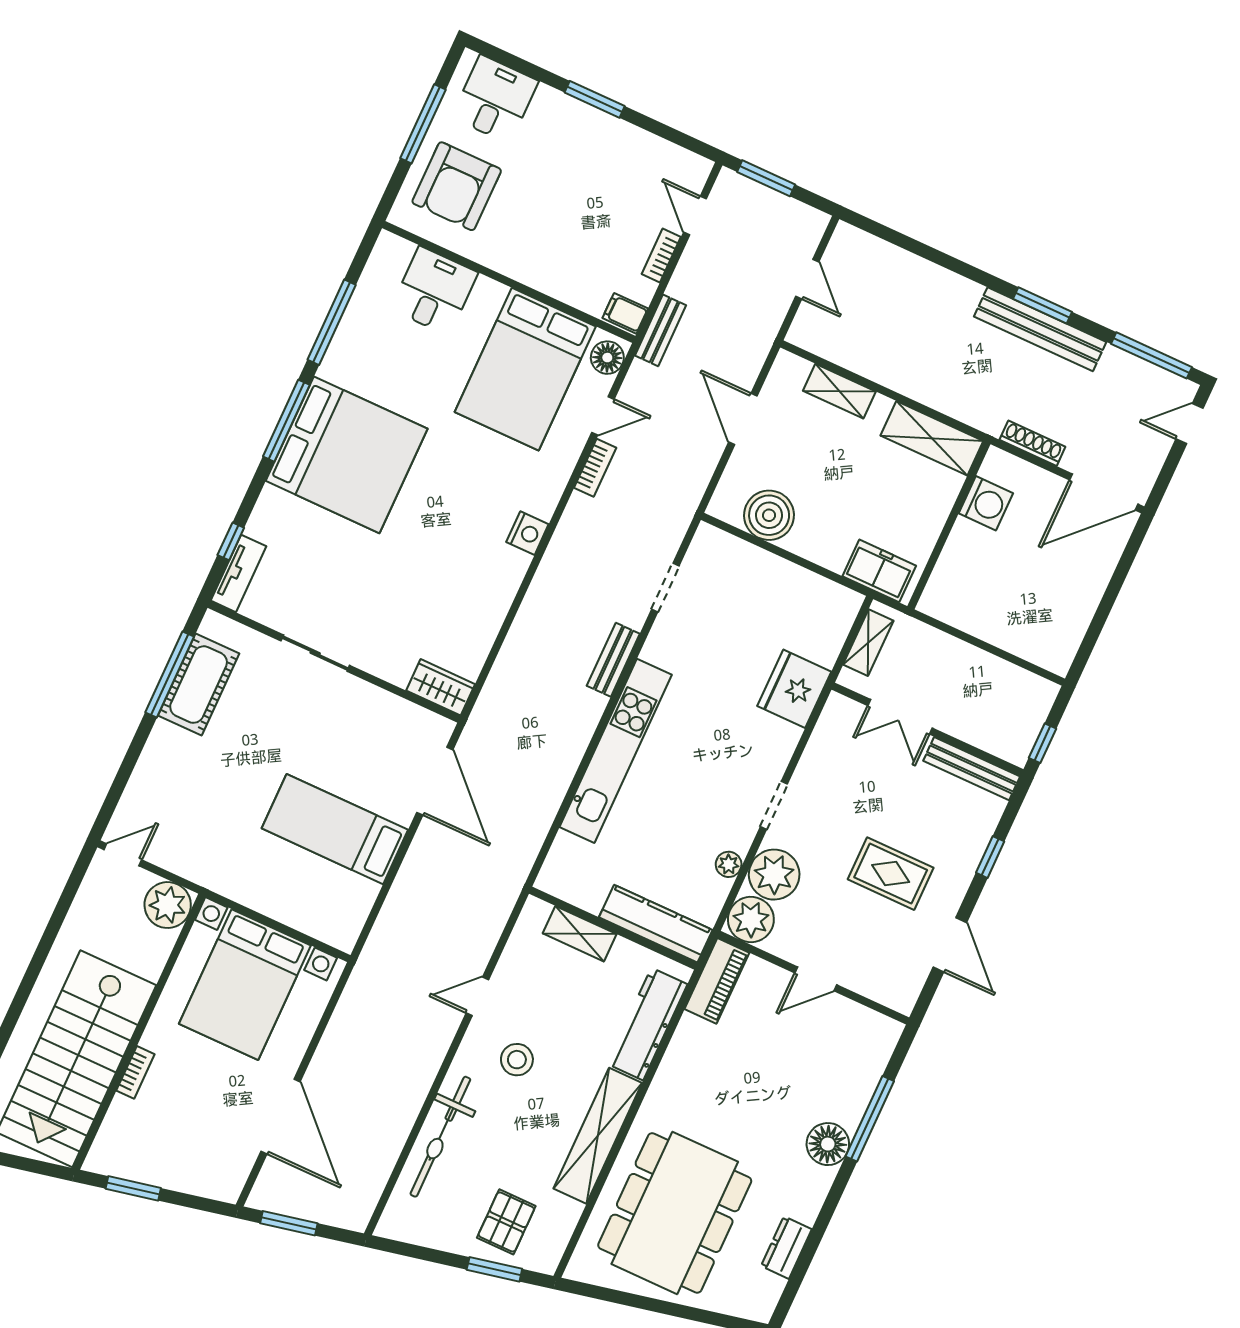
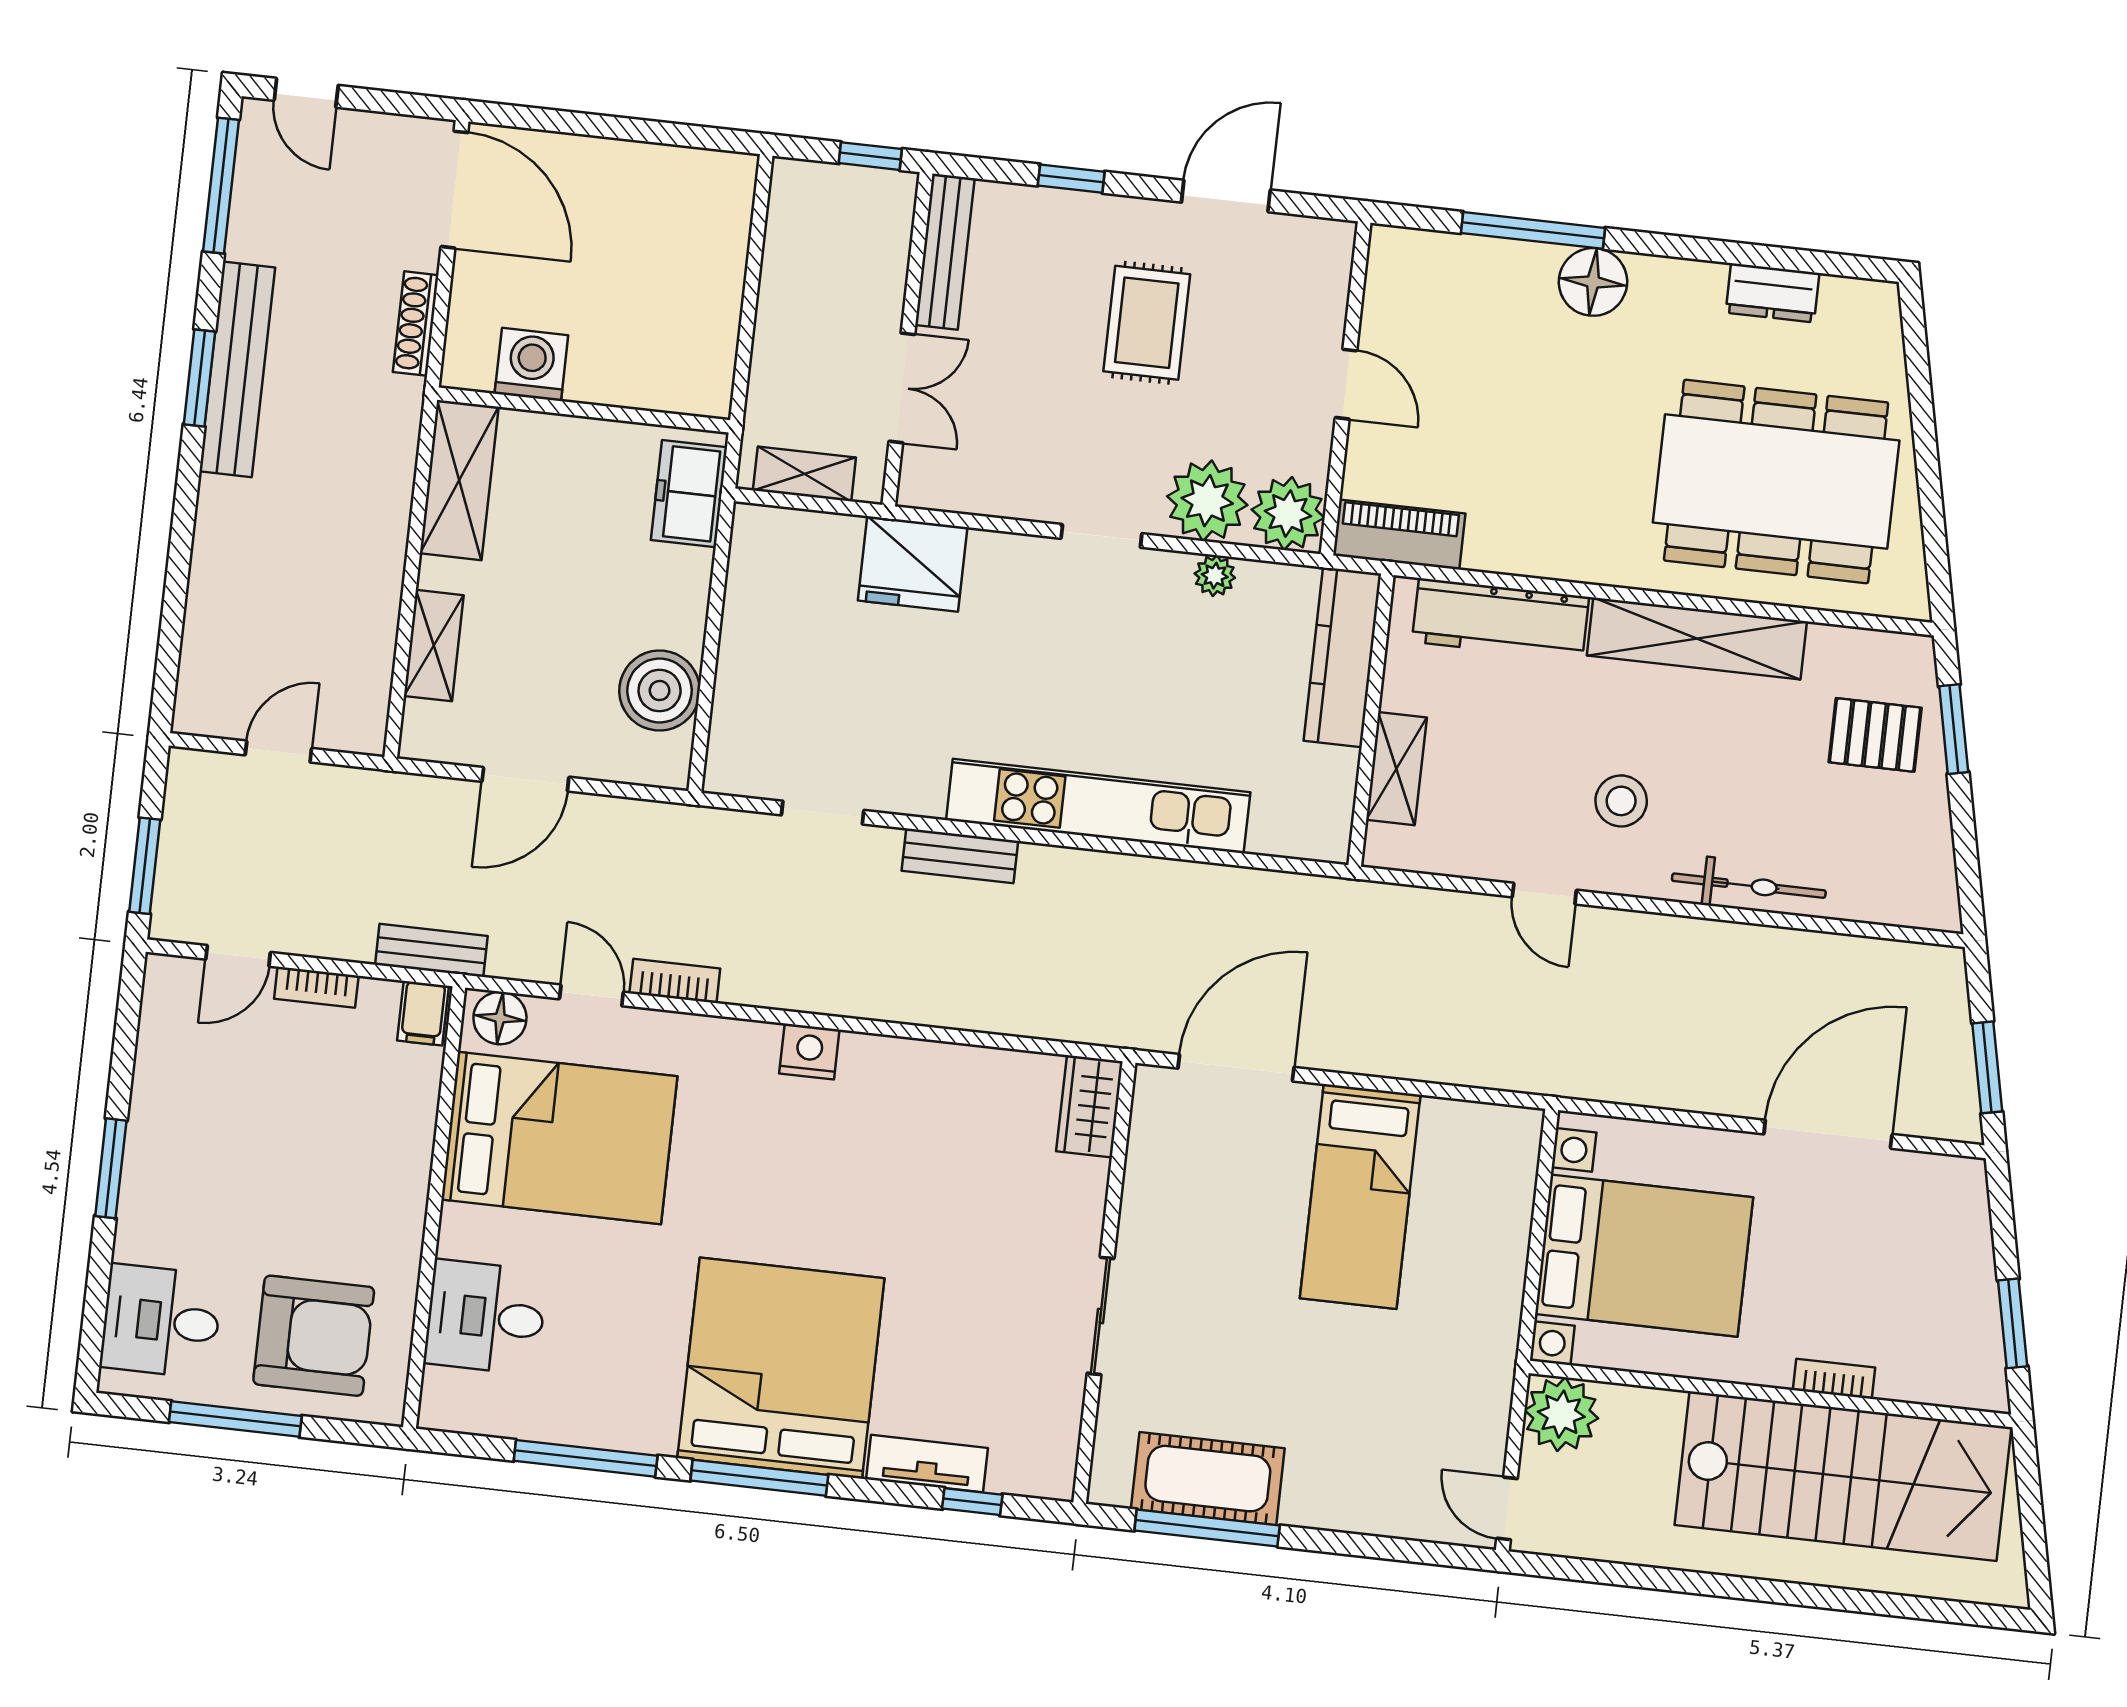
tv unit: (238, 573) -> (927, 1464), moved
bicycle: (440, 1137) -> (1749, 886), width x0.73, depth x0.71

